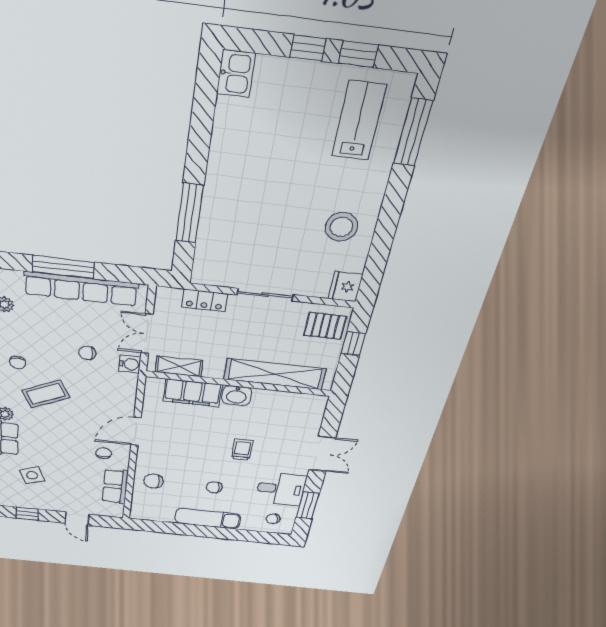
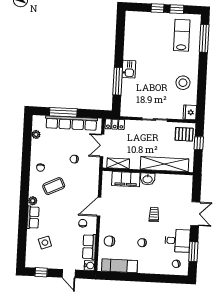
kitchen sink: (236, 74) -> (129, 69), moved
locker: (205, 300) -> (115, 124), moved
water cooler: (130, 364) -> (89, 265), moved
exam couch: (208, 519) -> (119, 266), moved

